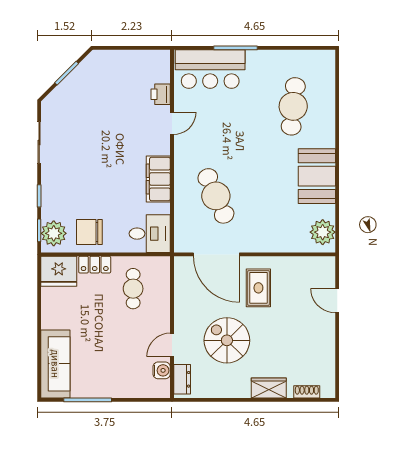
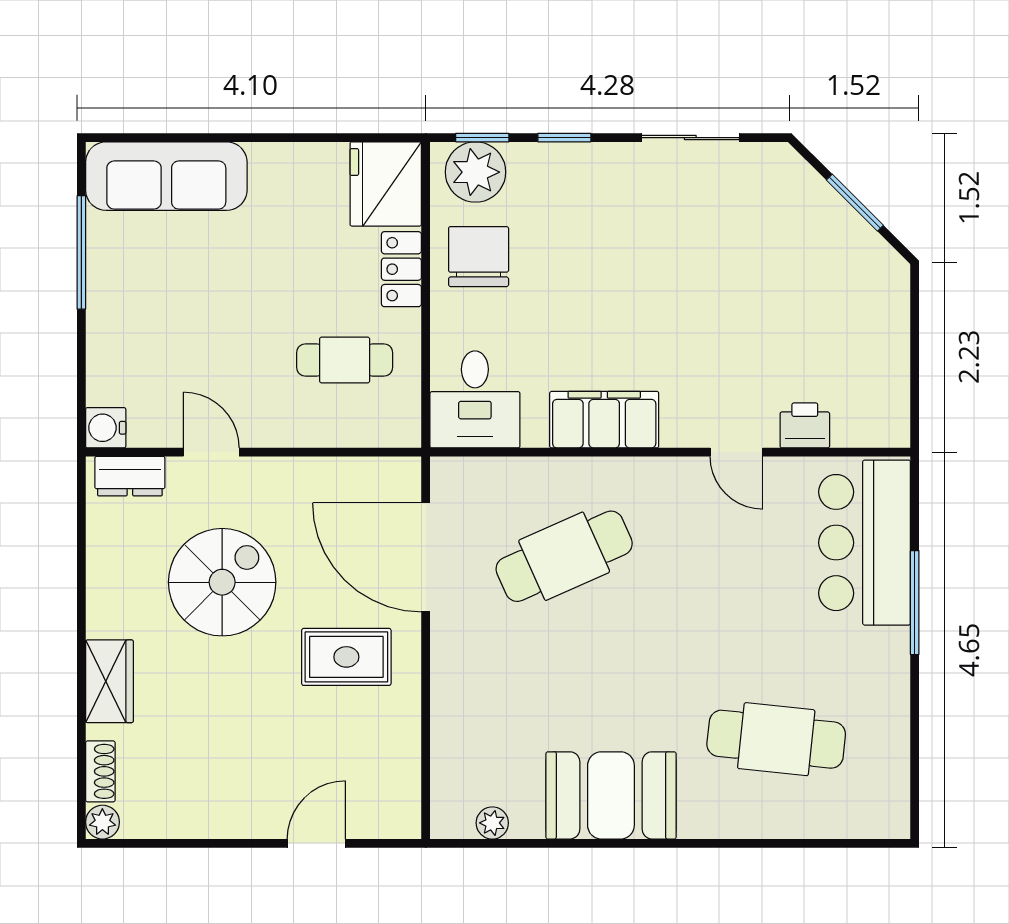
plant: (323, 232) -> (492, 823), width x0.53, depth x0.53
door: (216, 254) -> (426, 557), hinge flipped
water cooler: (162, 370) -> (106, 428), moved, turned 90
plant: (328, 391) -> (102, 822), added

